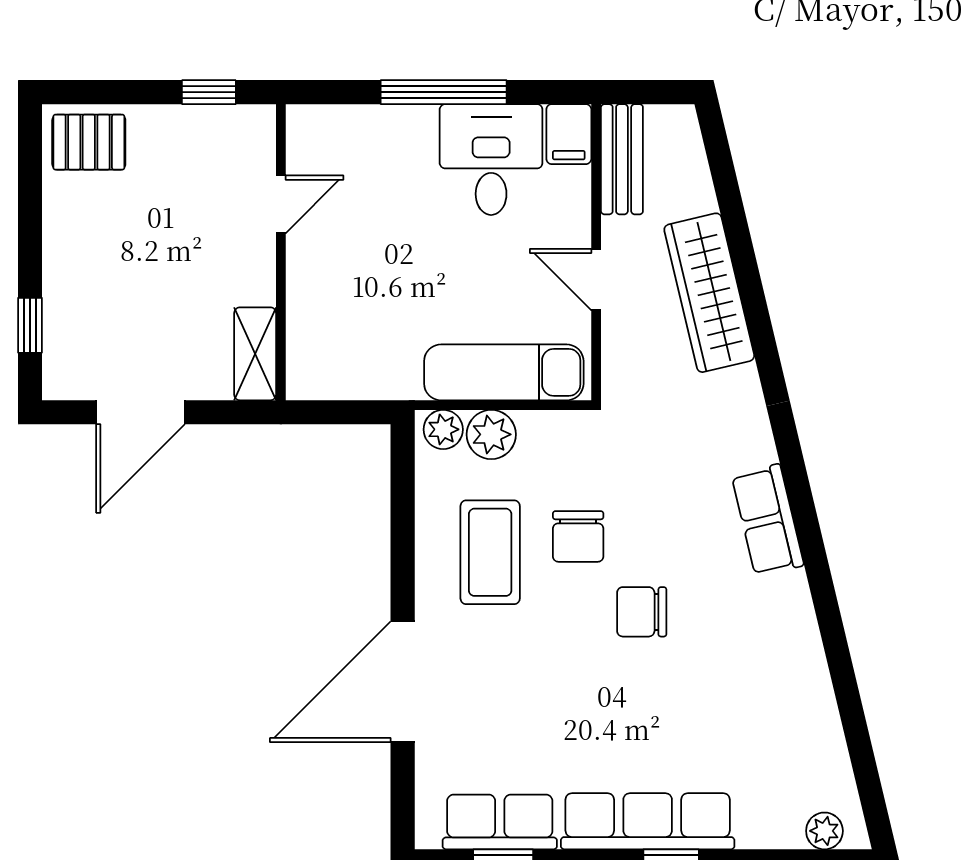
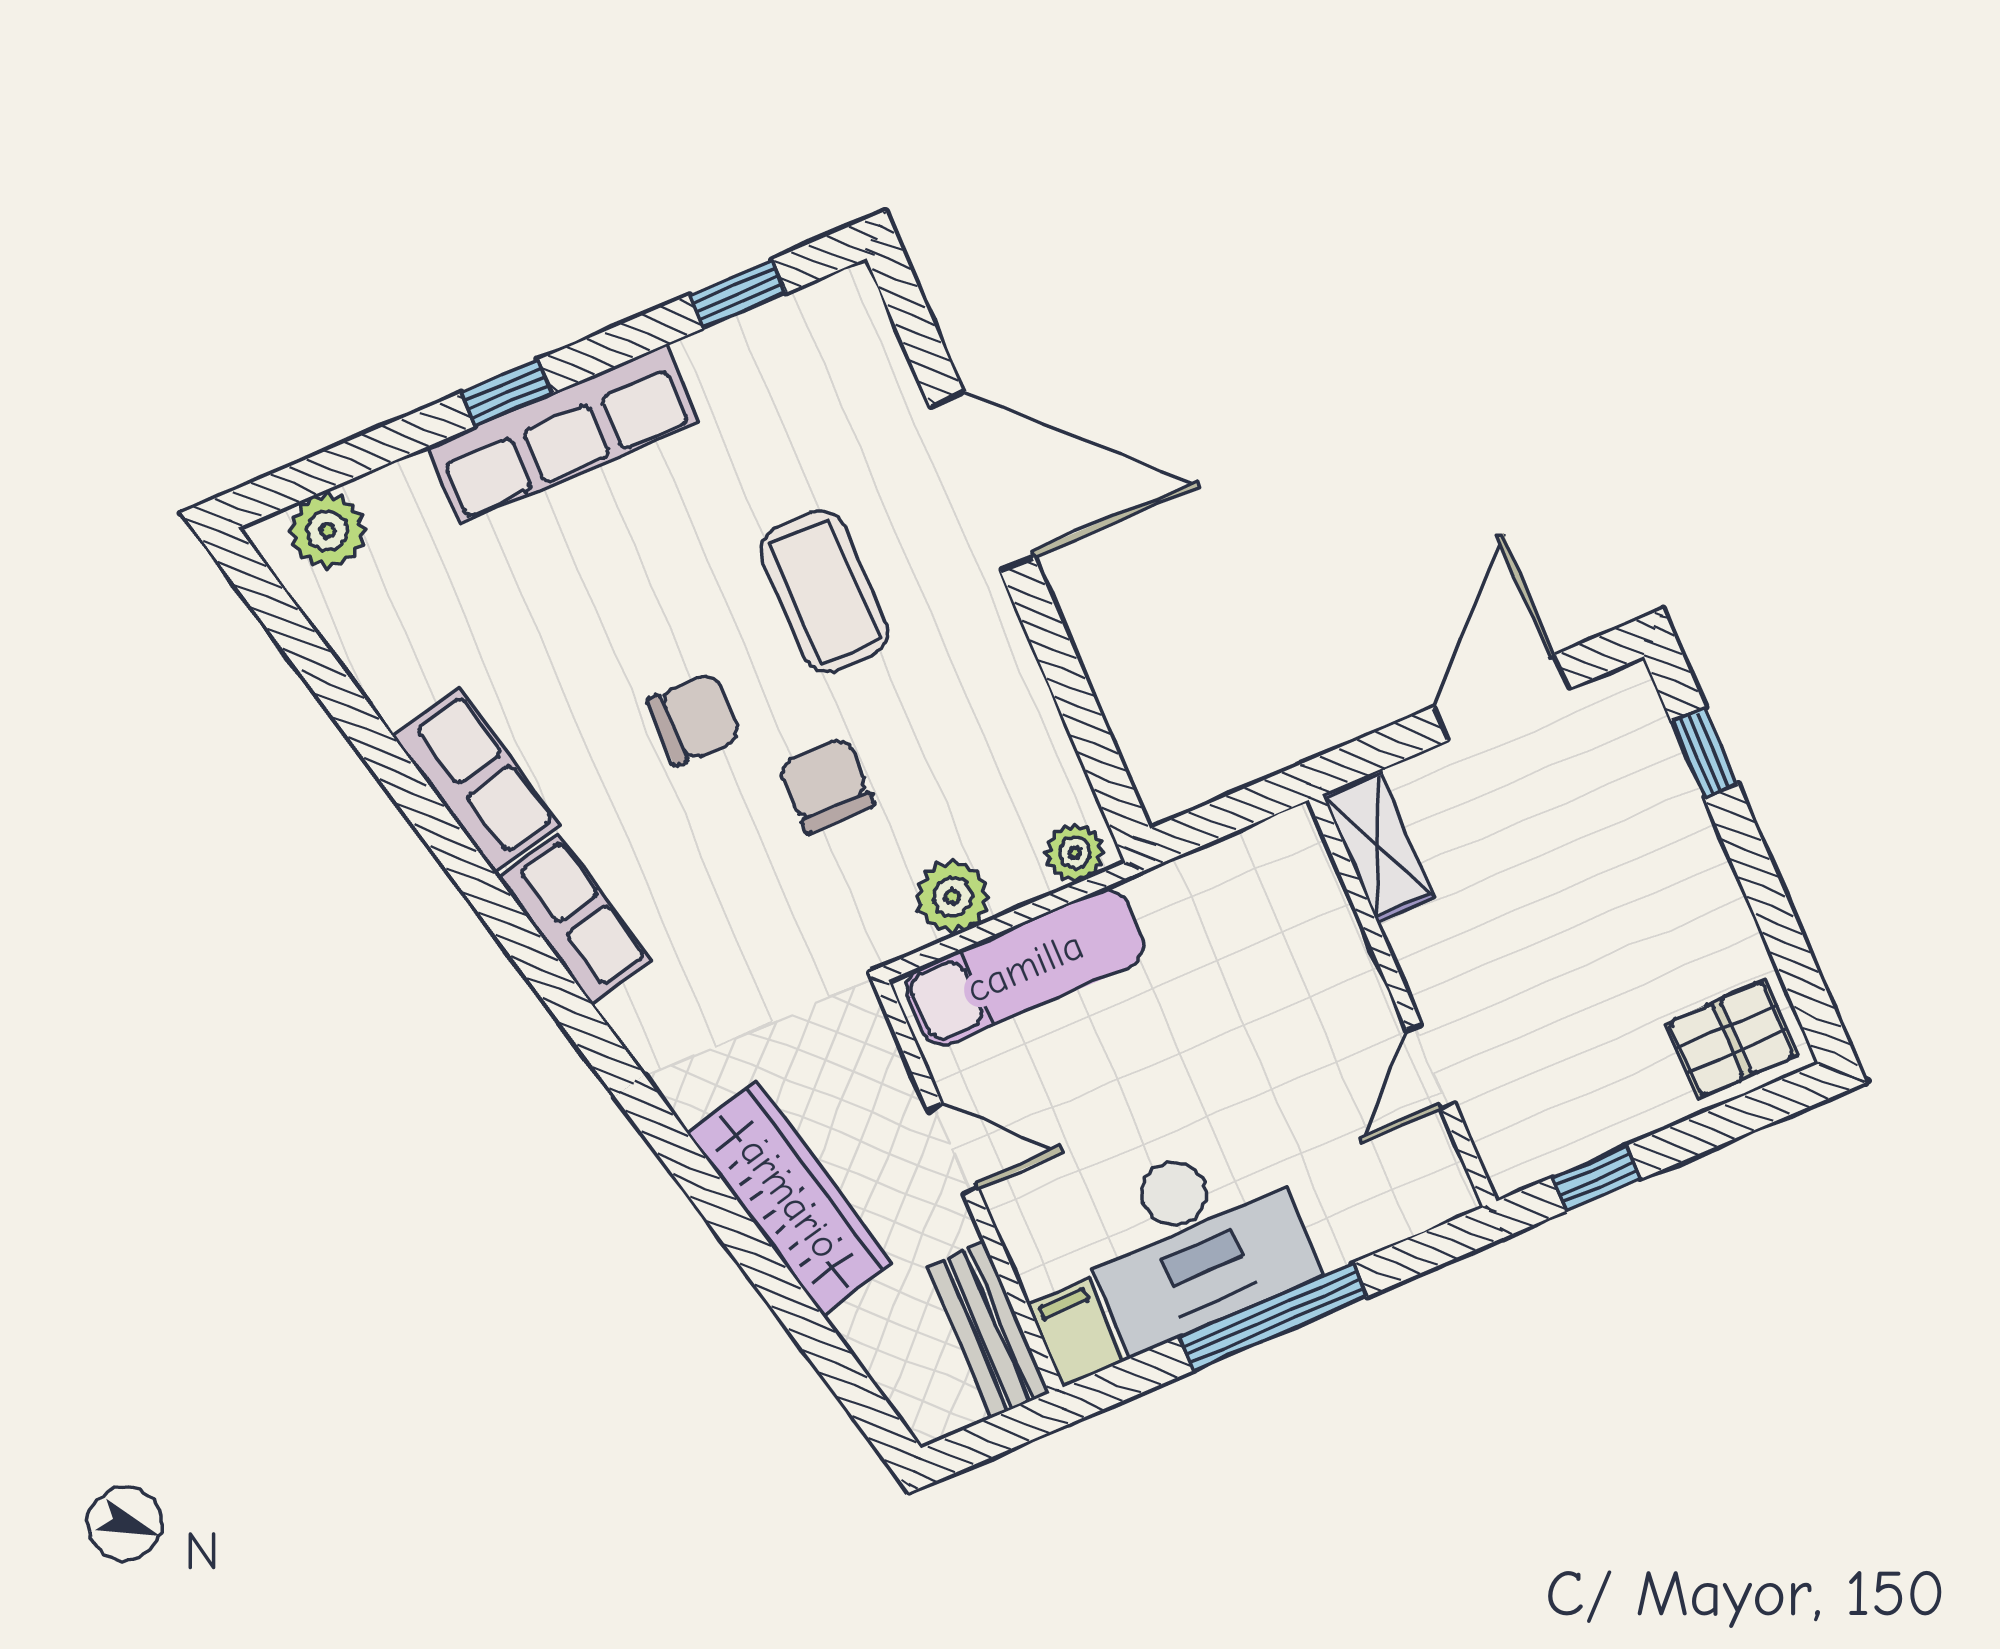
desk: (491, 160) -> (1194, 1241), width x1.37
plant: (491, 434) -> (952, 897), moved
coffee table: (490, 552) -> (824, 591), moved
door: (403, 682) -> (982, 482), hinge flipped
row of seats: (500, 822) -> (476, 781), moved, turned -103
plant: (824, 831) -> (327, 531), width x1.38, depth x1.38

